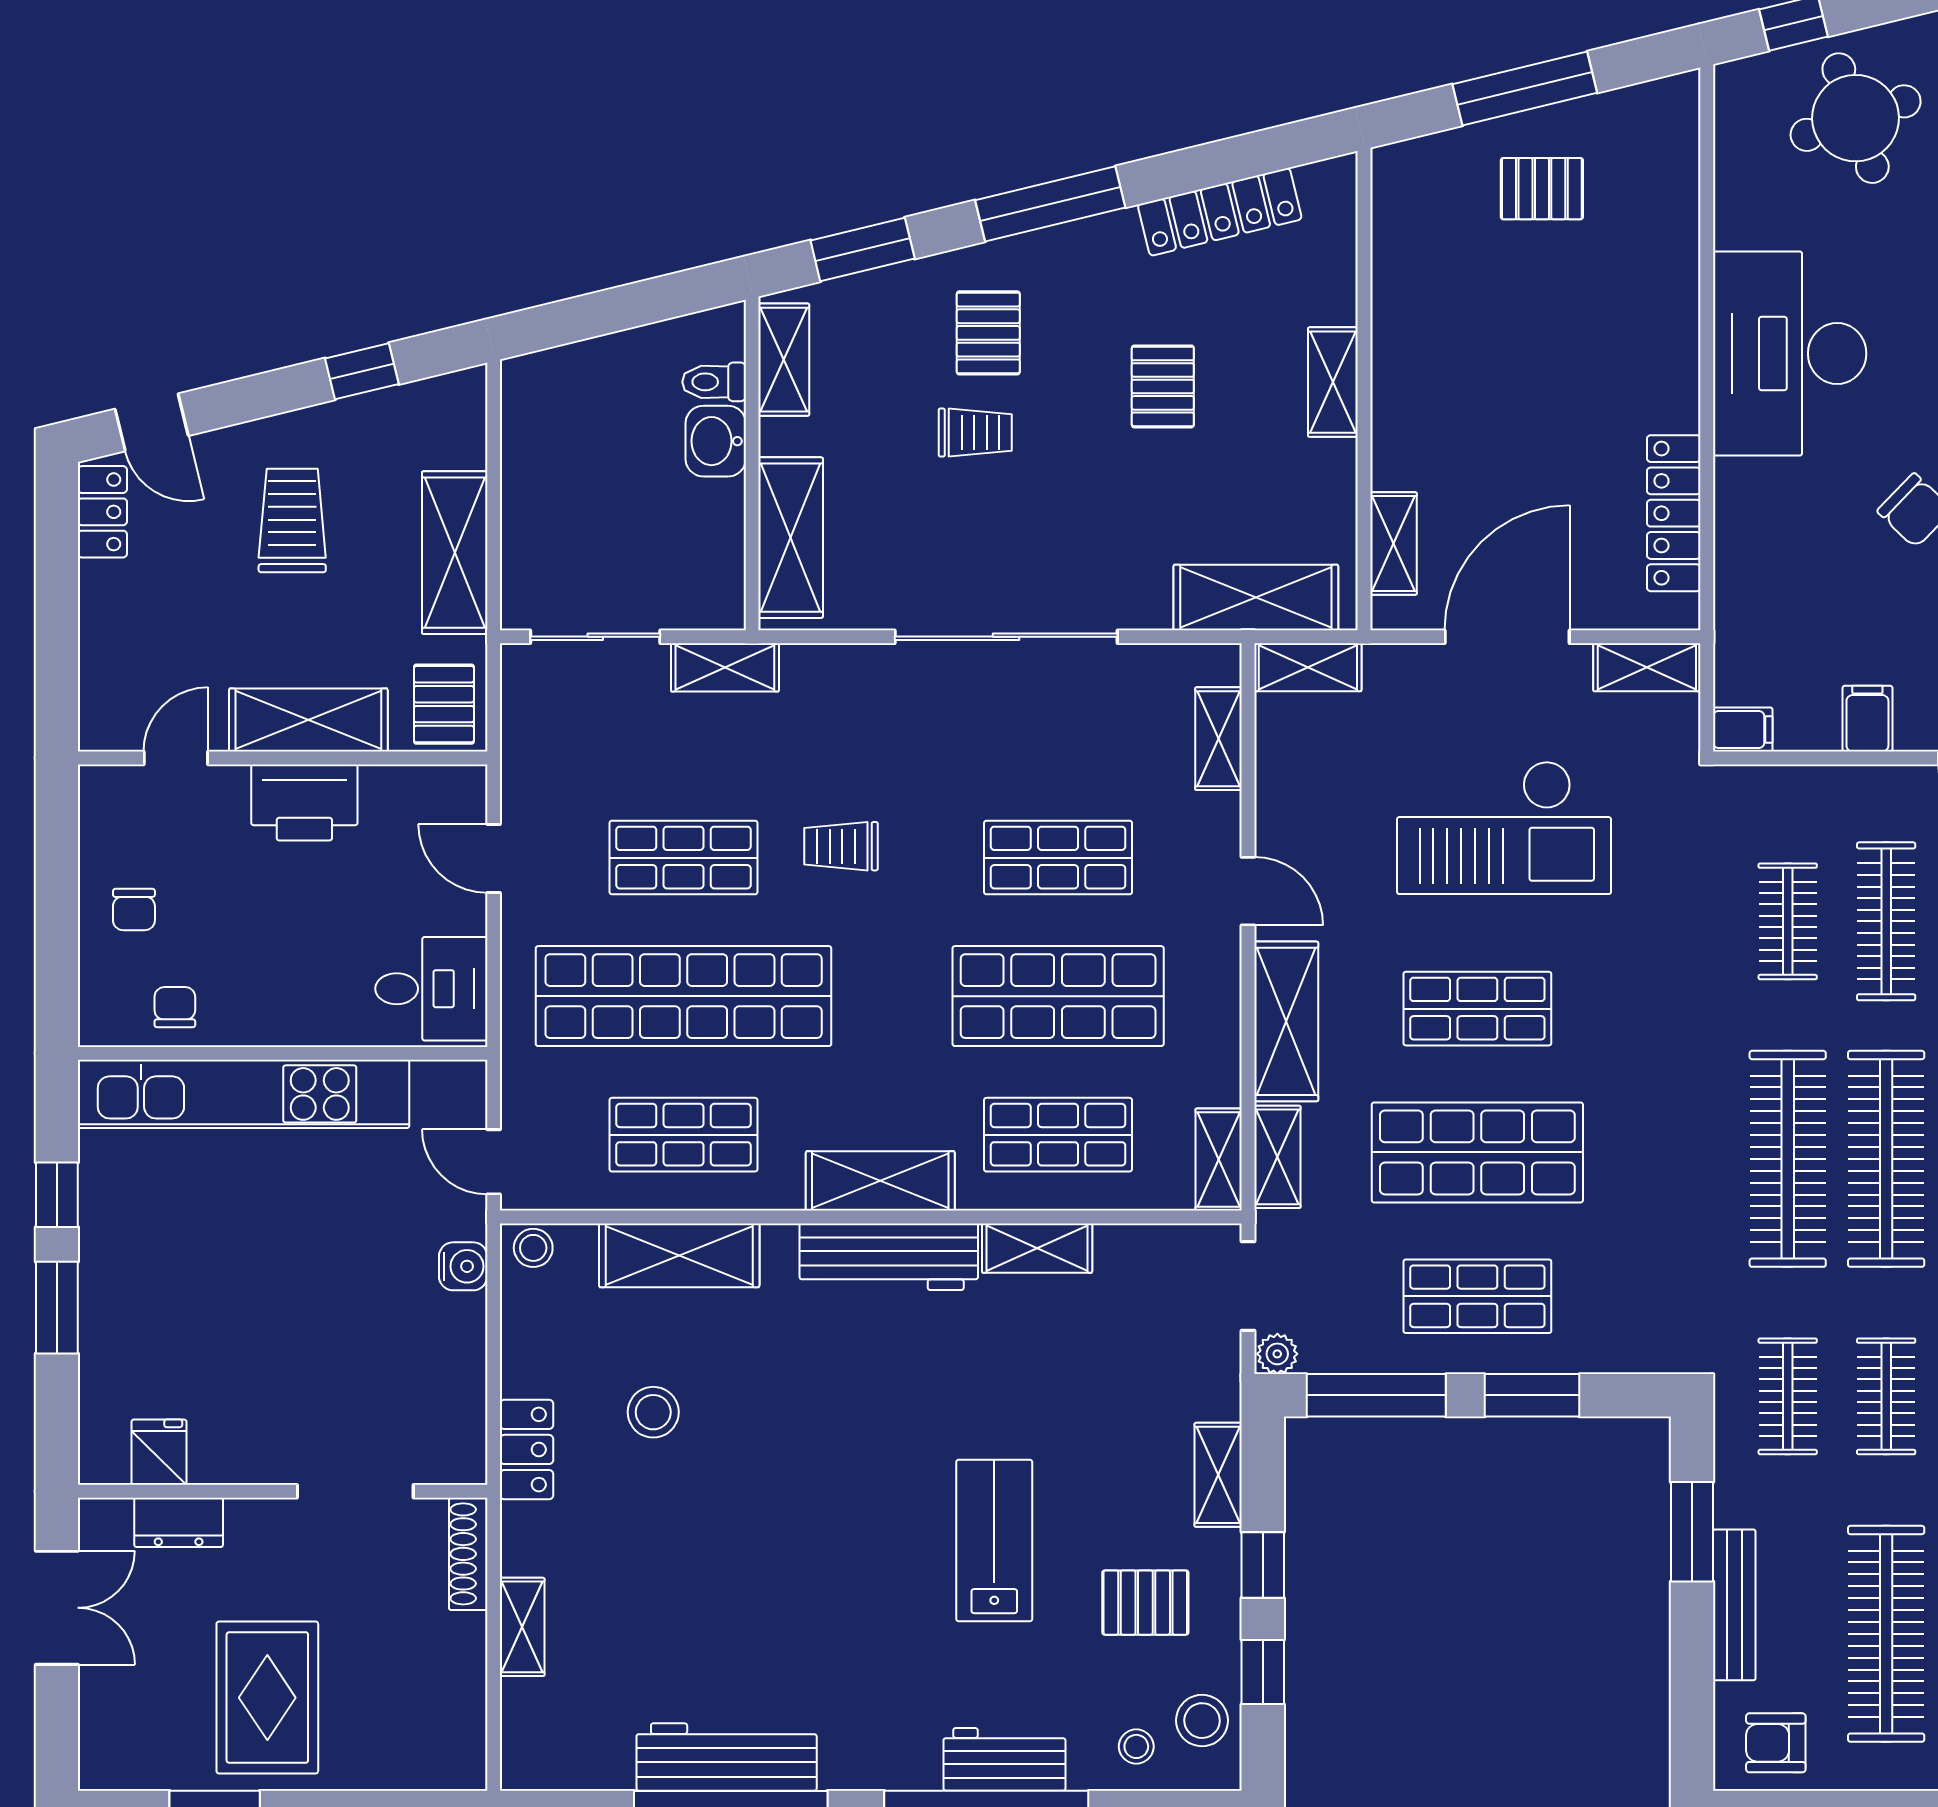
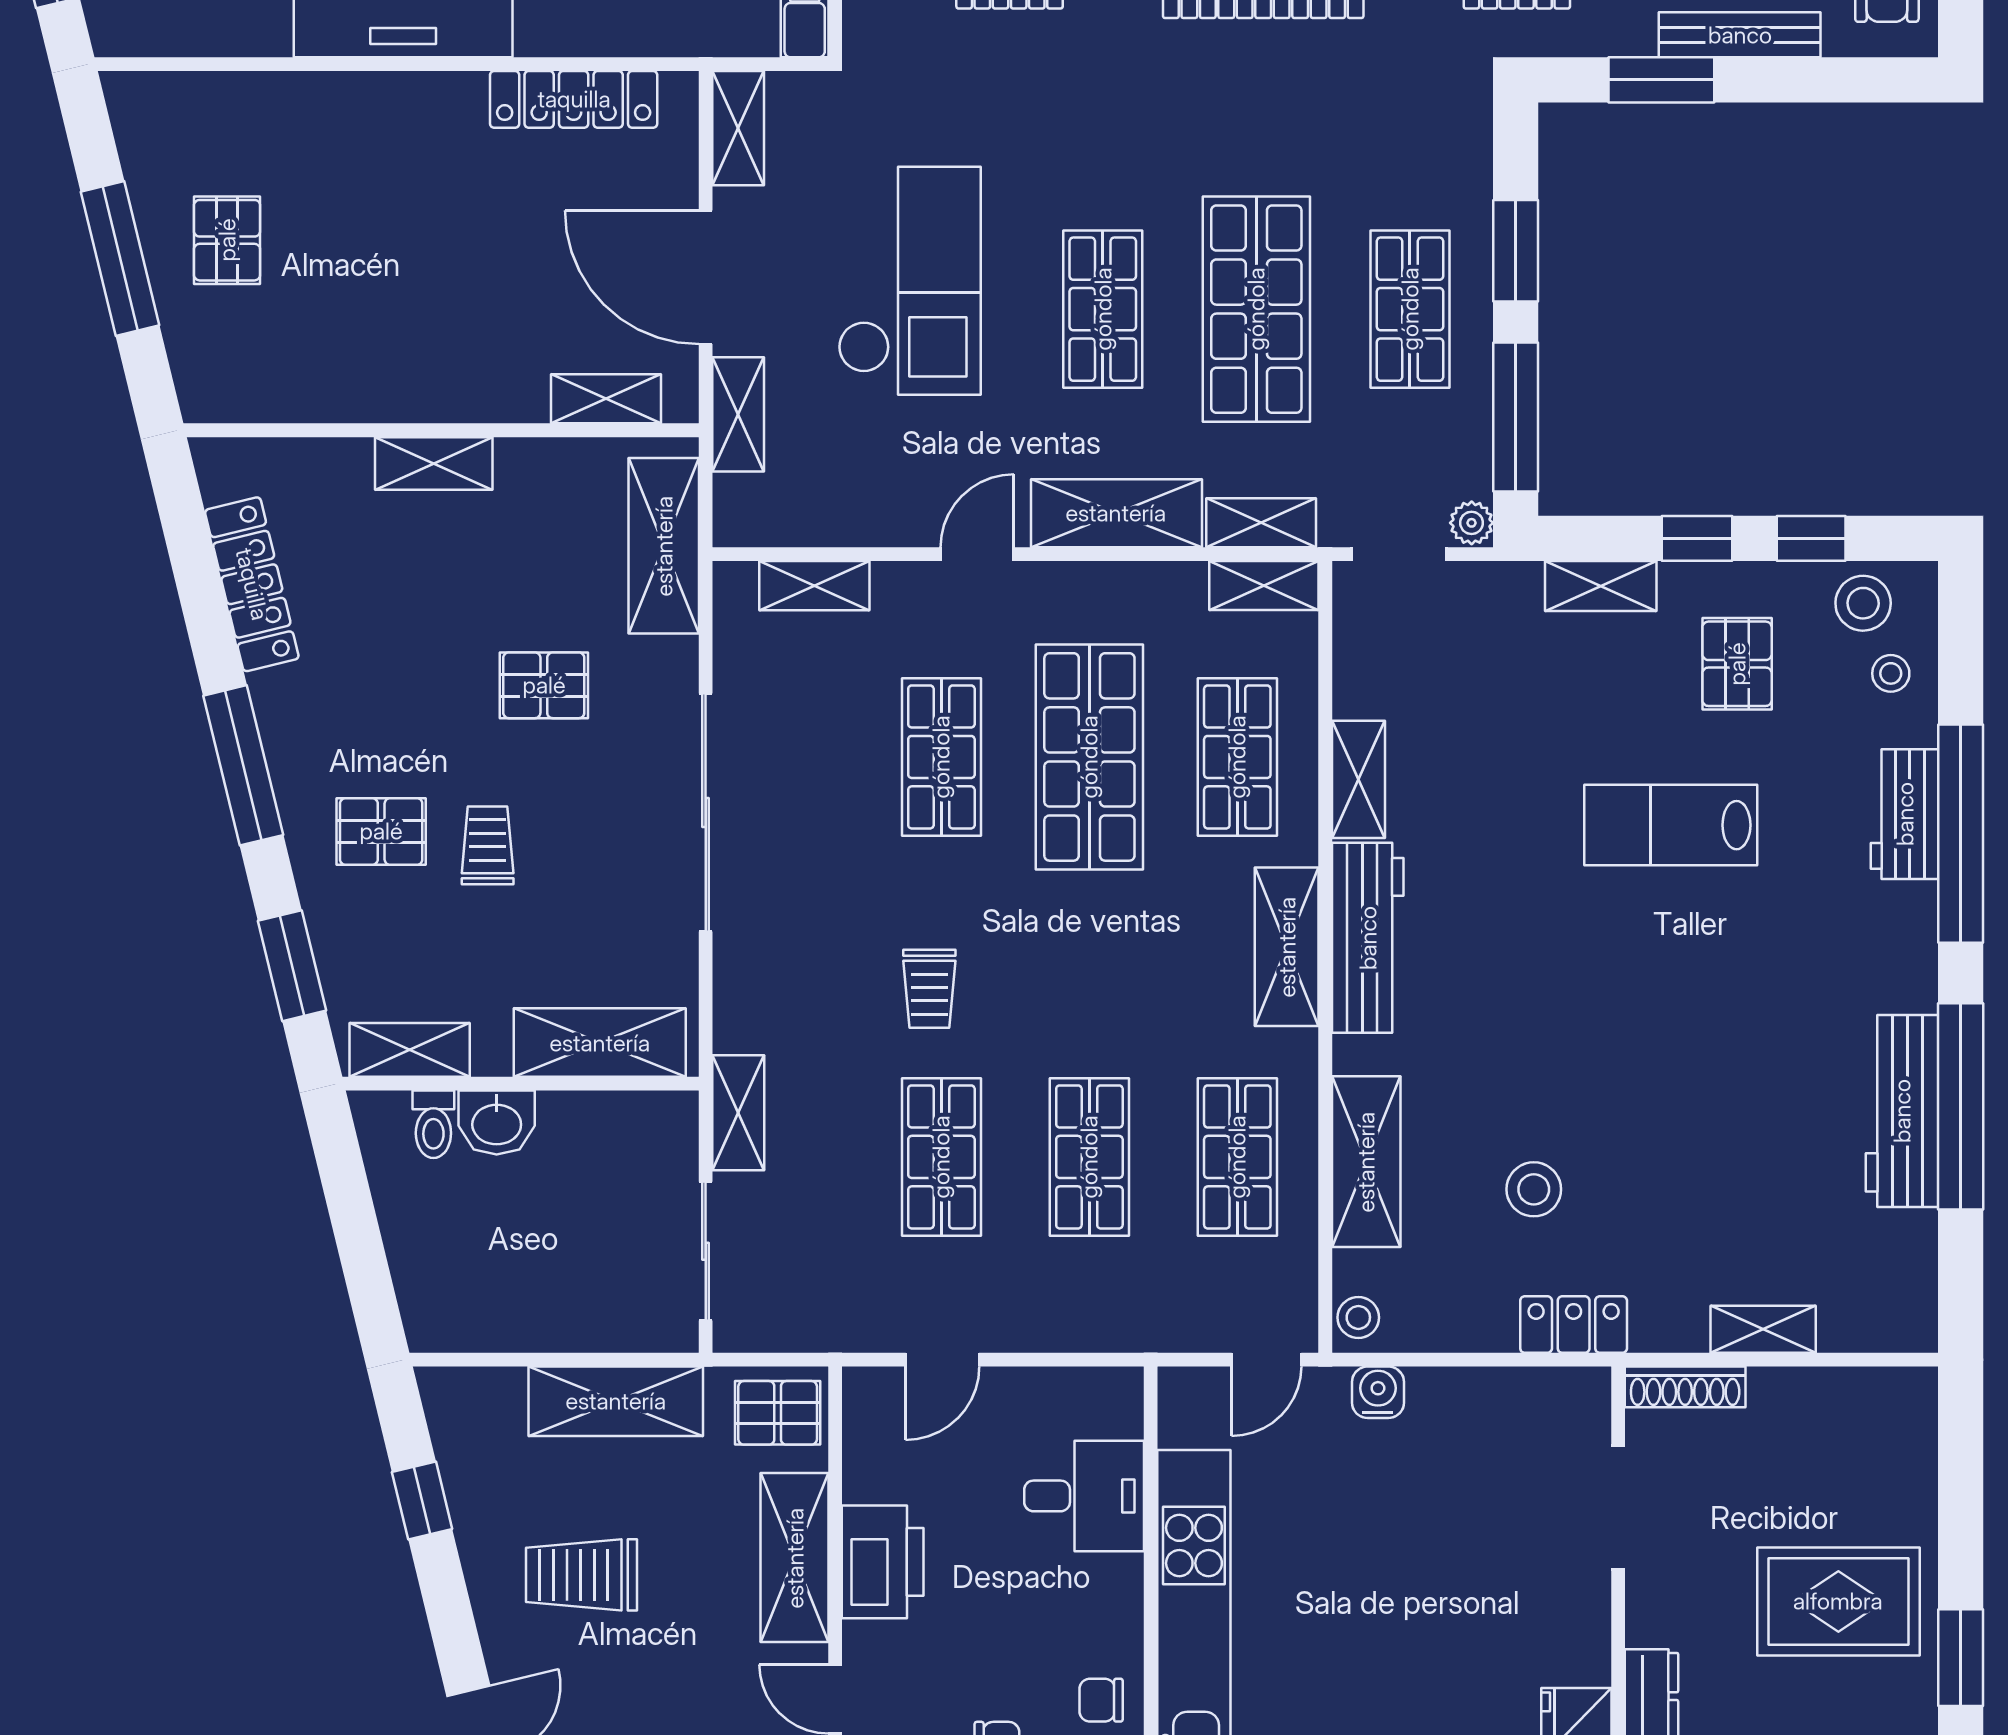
pallet: (1163, 386) -> (544, 685), moved
shelving: (1308, 667) -> (738, 414), moved
desk: (431, 989) -> (1084, 1496), moved, turned 90
shop shelf: (684, 996) -> (1089, 1157), width x0.50, depth x0.74

